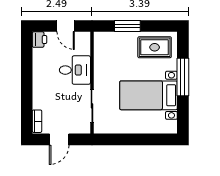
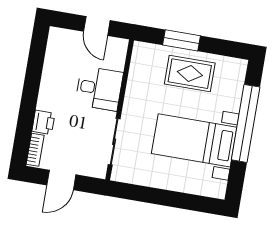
printer: (40, 40) -> (43, 122), moved
rug: (155, 47) -> (190, 74), moved
window: (183, 77) -> (246, 123), width x1.46

